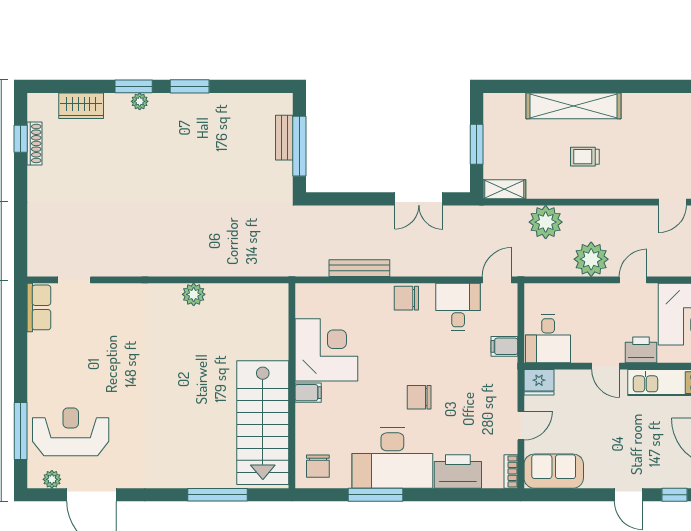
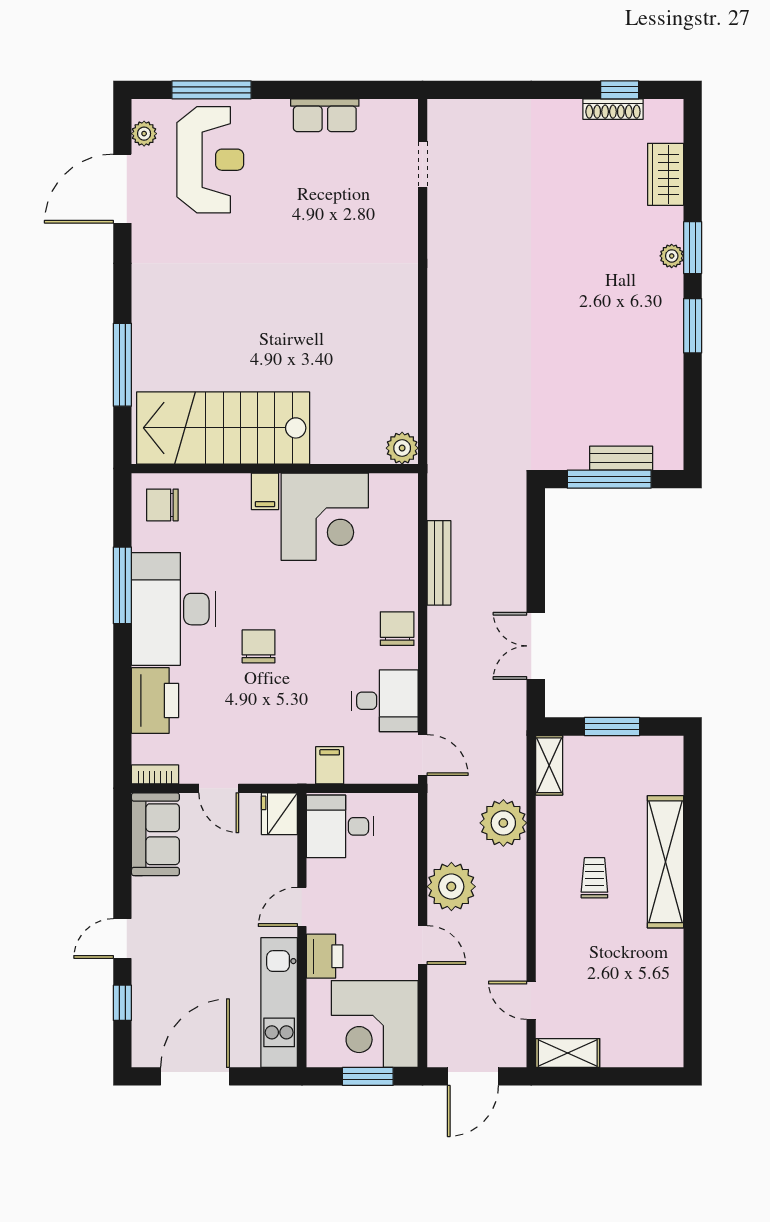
plant: (194, 294) -> (402, 448), moved
row of seats: (39, 307) -> (325, 115), moved

